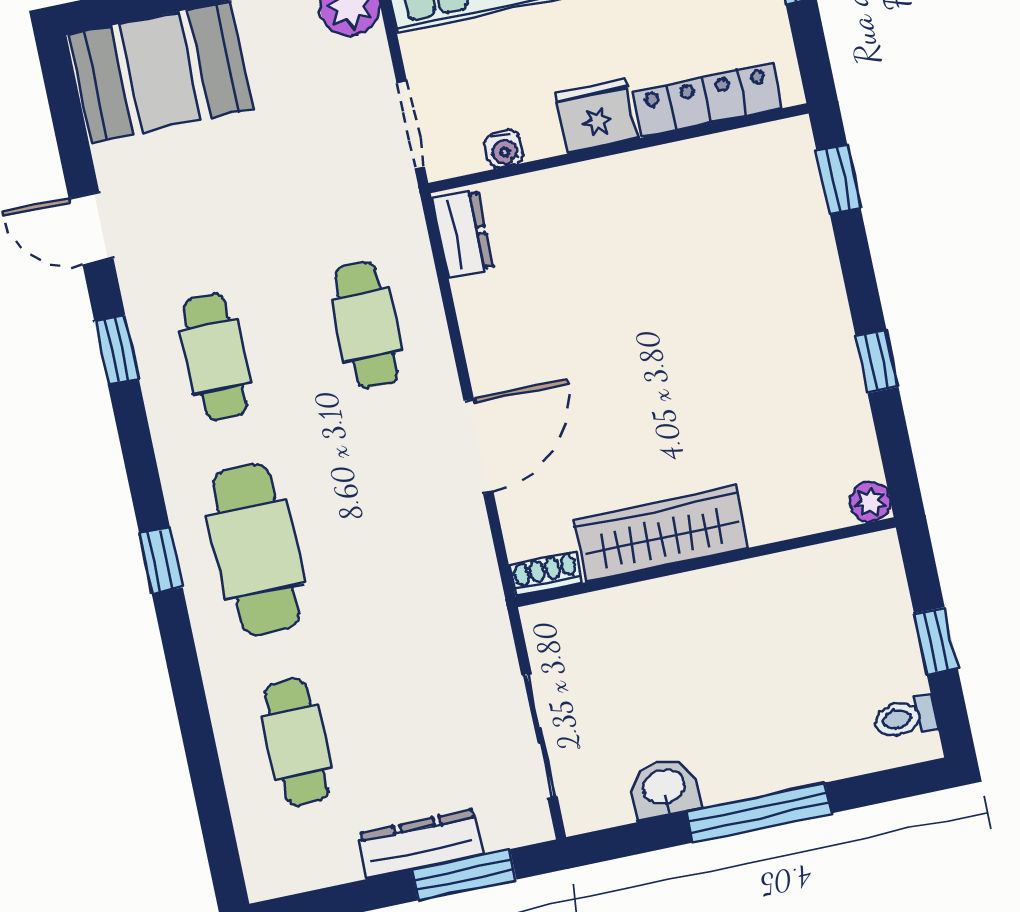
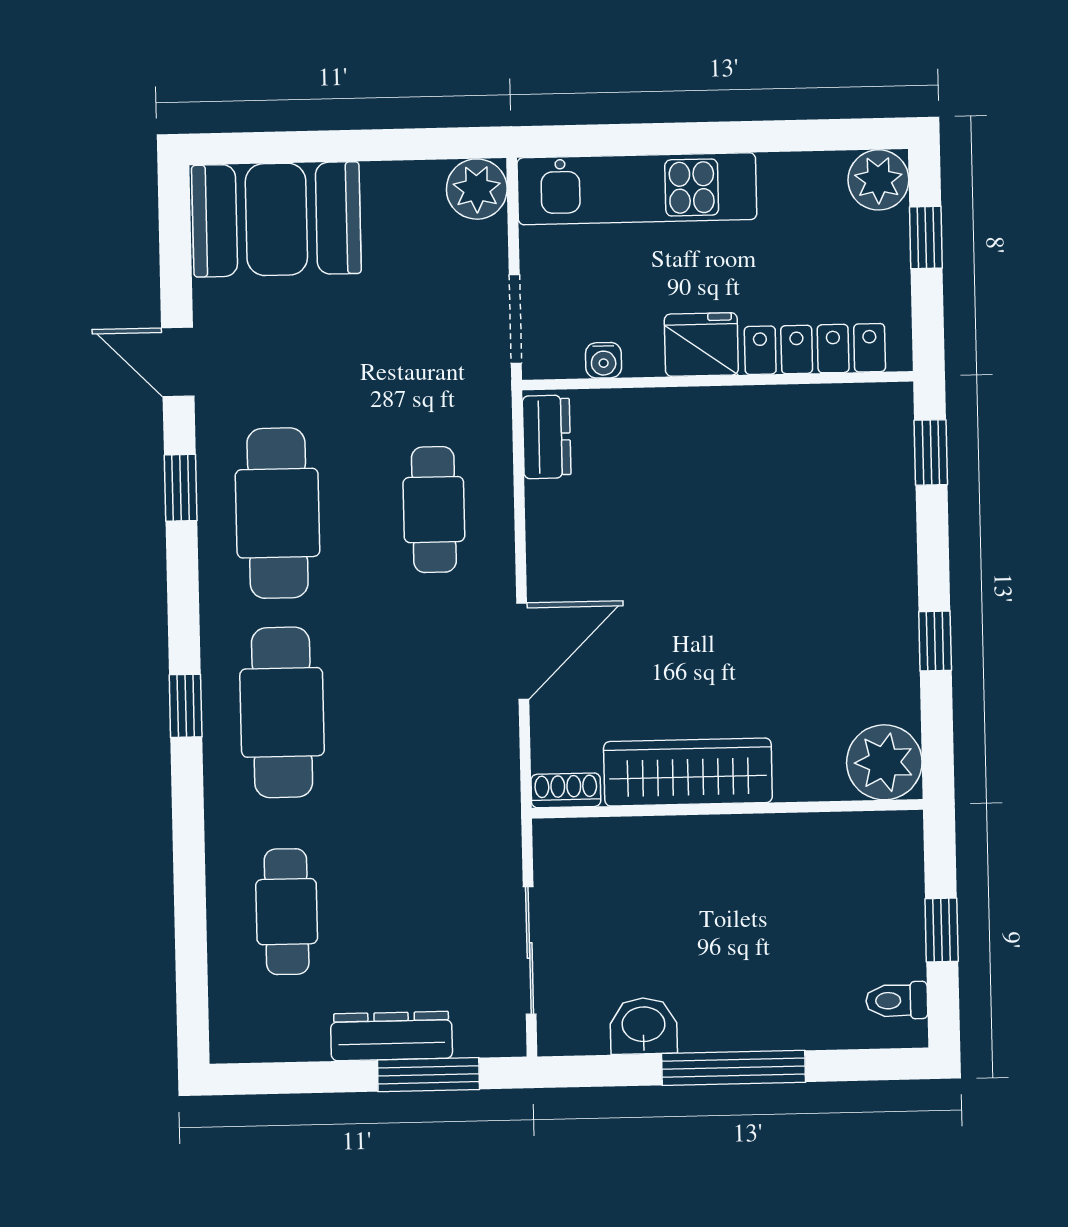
cafe table: (215, 357) -> (278, 513), width x1.37, depth x1.35
plant: (870, 502) -> (884, 762), width x1.88, depth x1.88

